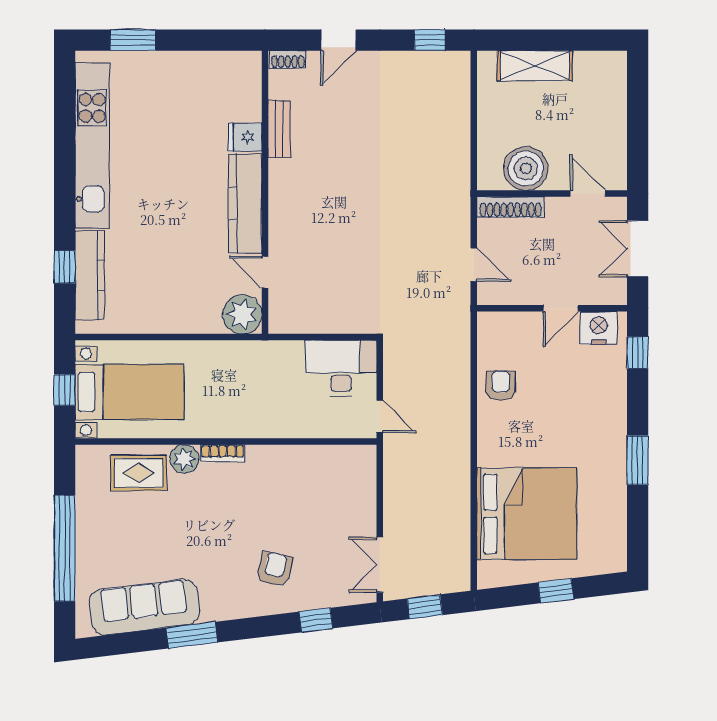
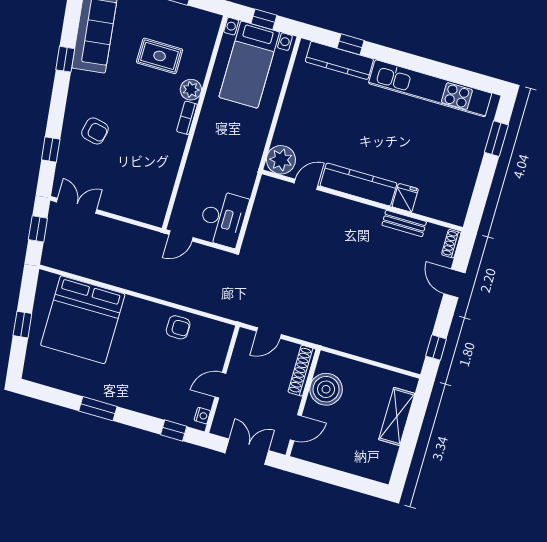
door: (561, 308) -> (220, 385), hinge flipped
nightstand: (599, 328) -> (202, 416), width x0.53, depth x0.56
rug: (139, 473) -> (160, 56), moved, turned 90
window: (192, 635) -> (65, 59), width x0.67

